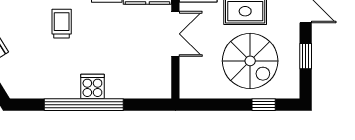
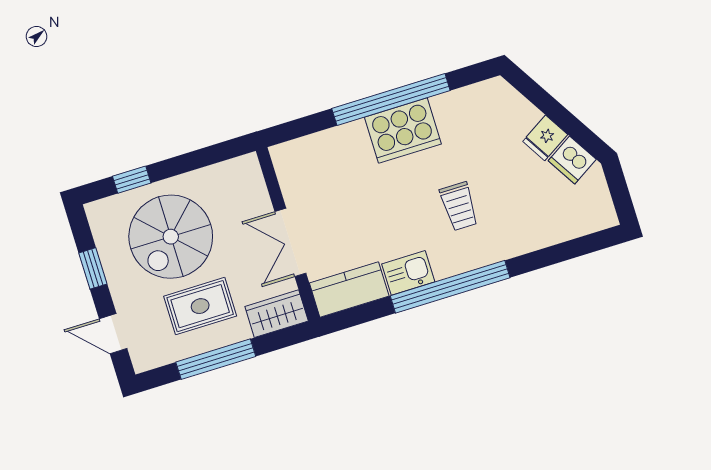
spiral stairs: (250, 61) -> (171, 237), turned -90
cooker: (92, 86) -> (403, 131), width x1.87, depth x1.31

